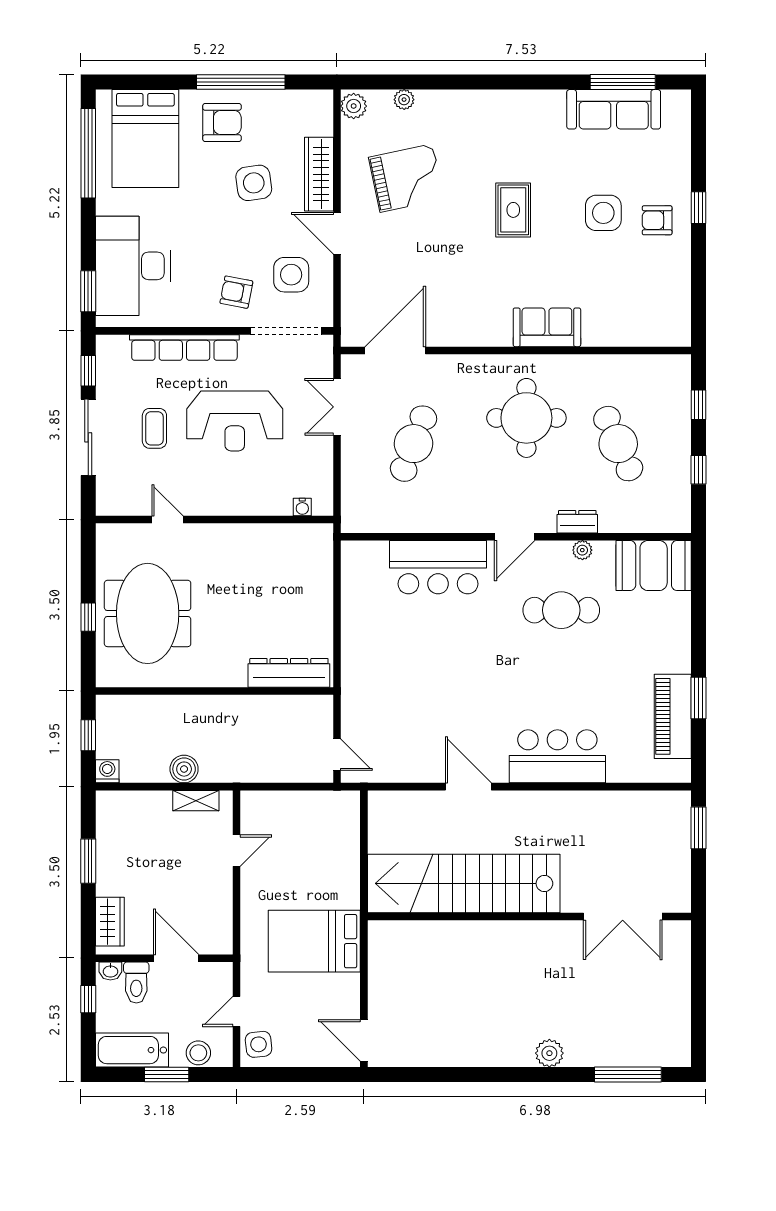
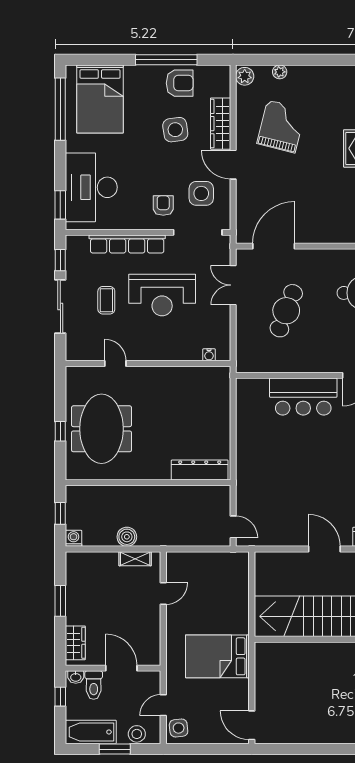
armchair: (222, 123) -> (180, 83), moved
grand piano: (406, 178) -> (281, 126), turned -64
armchair: (236, 292) -> (163, 206), turned 79

